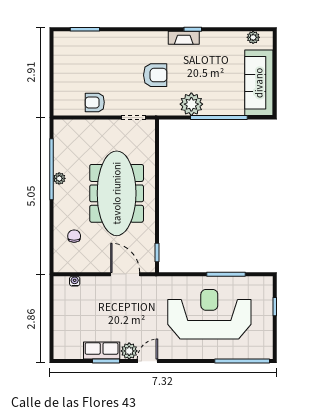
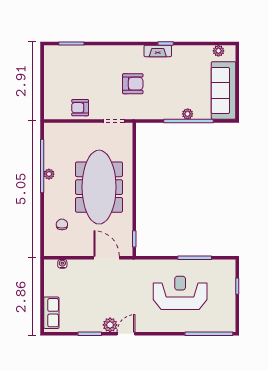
plant: (191, 104) -> (188, 114), moved, width x0.53, depth x0.53
reception desk: (209, 314) -> (180, 293), width x0.74, depth x0.77
row of seats: (102, 351) -> (51, 313), moved, turned 90

